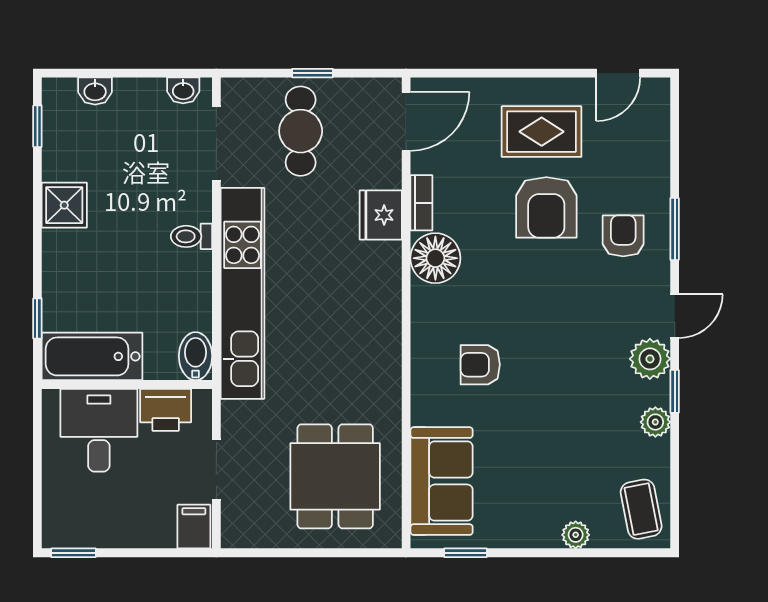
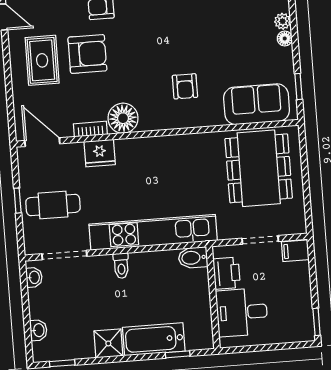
bathtub: (92, 356) -> (154, 339), moved, turned 90
dining table: (335, 476) -> (259, 168), width x1.38
floor lamp: (547, 536) -> (285, 38), added

